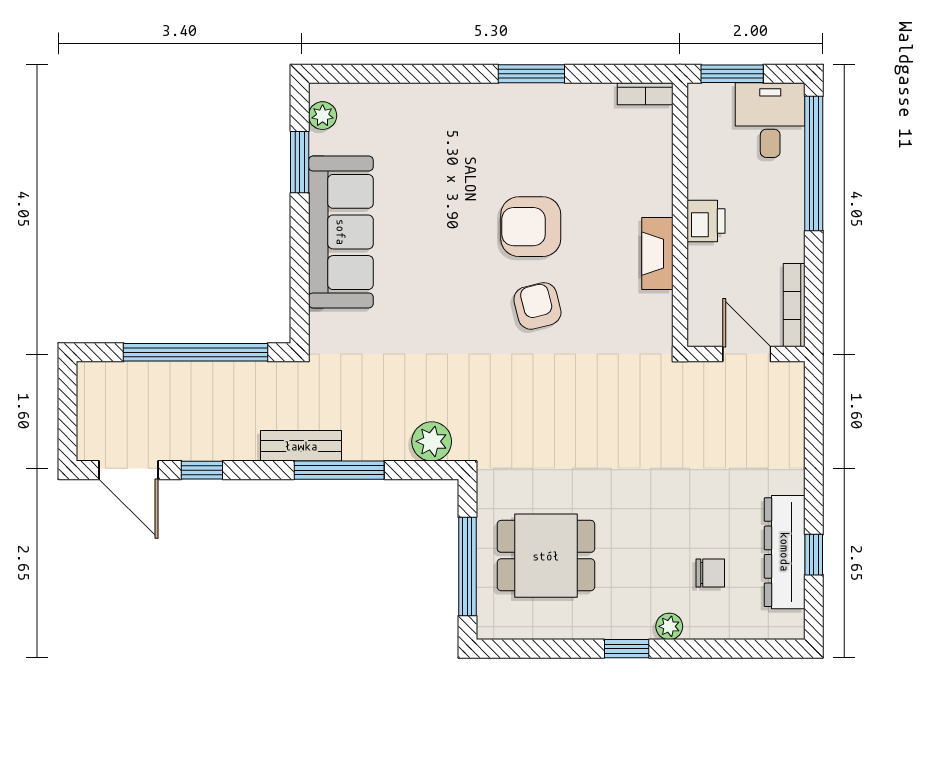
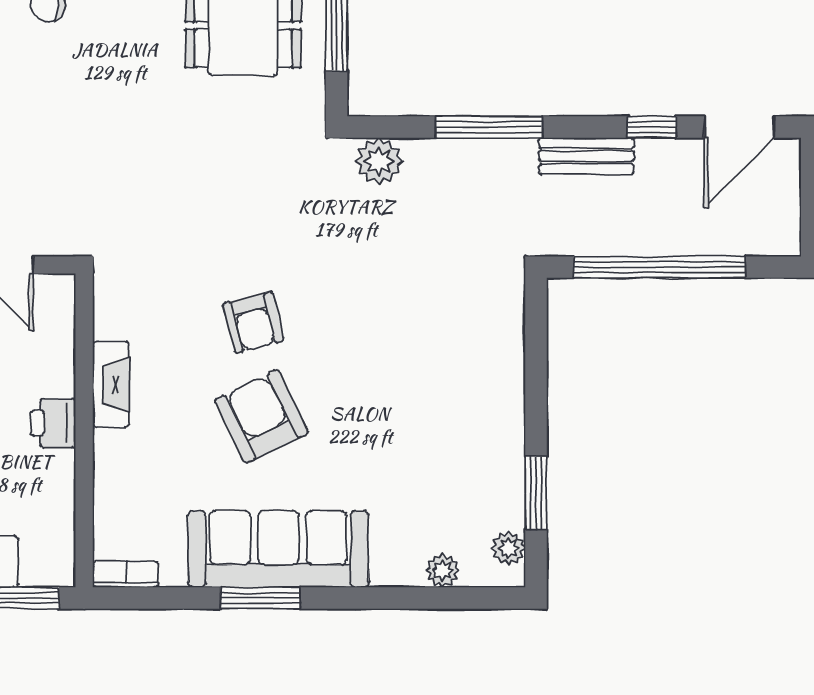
plant: (378, 97) -> (443, 571), added
armchair: (531, 227) -> (261, 416), turned -116
sofa: (341, 232) -> (278, 549), moved, turned 90
bench: (301, 446) -> (586, 156), moved
door: (129, 470) -> (739, 127), swing flipped

